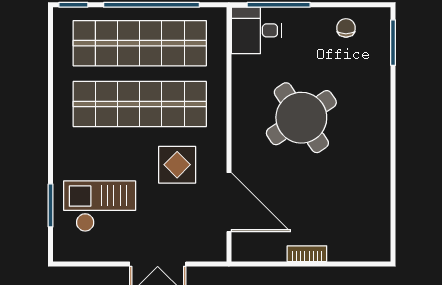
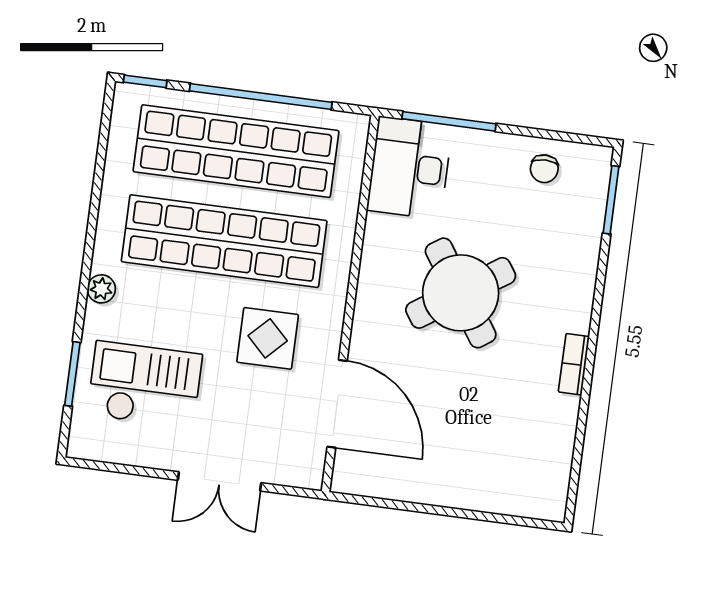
chair: (346, 28) -> (544, 169), turned 180
desk: (256, 30) -> (409, 168), width x1.37
plant: (62, 146) -> (101, 289), added
bookcase: (307, 254) -> (574, 364), moved, turned -90

